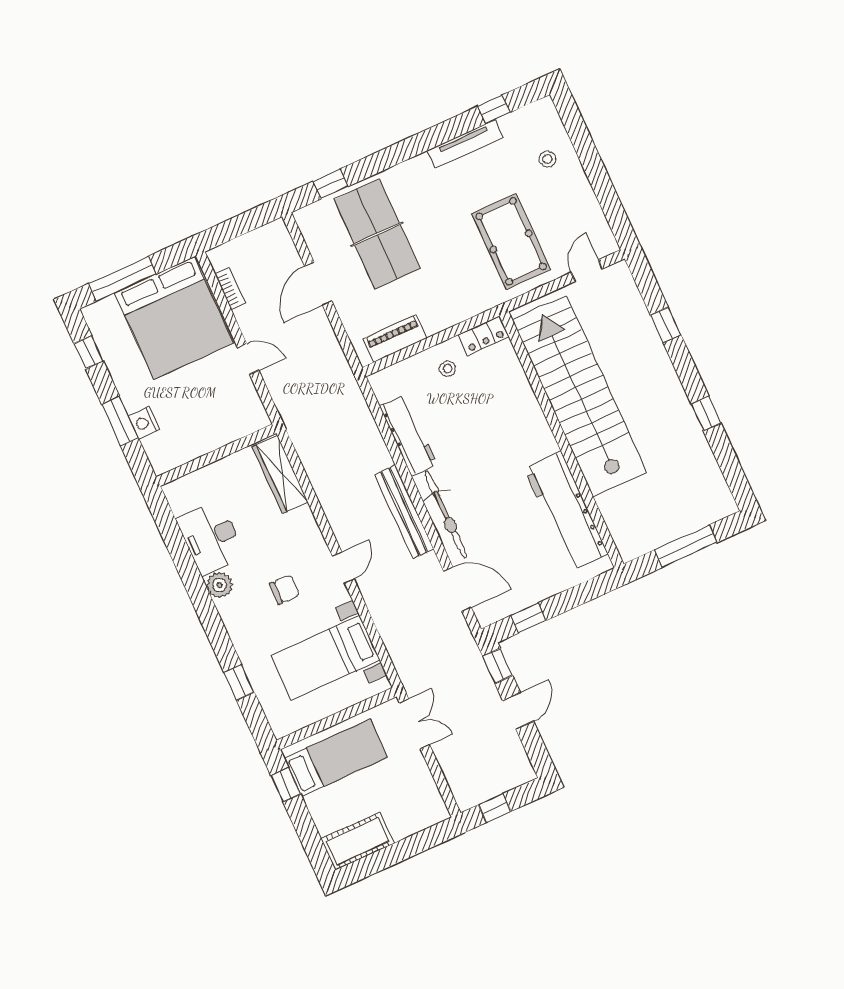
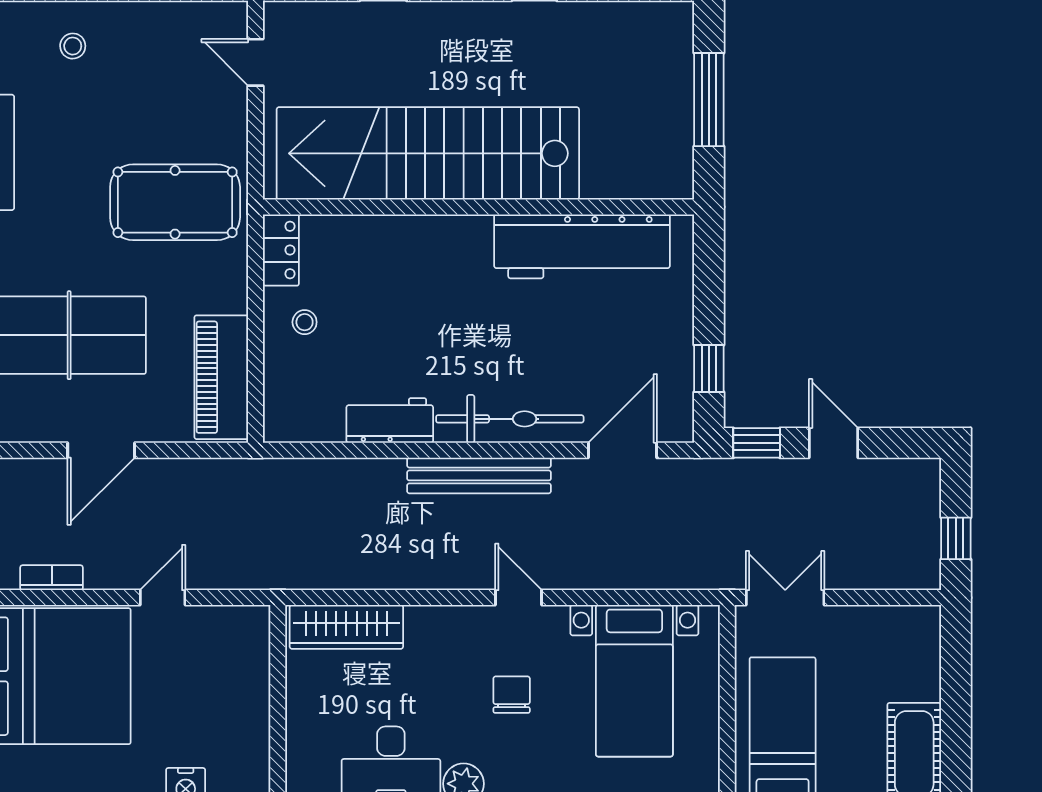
pool table: (511, 241) -> (175, 202), moved
door: (318, 284) -> (101, 450), hinge flipped
piano: (395, 338) -> (221, 377), width x1.37, depth x1.33
workbench: (408, 435) -> (390, 420), width x0.73

